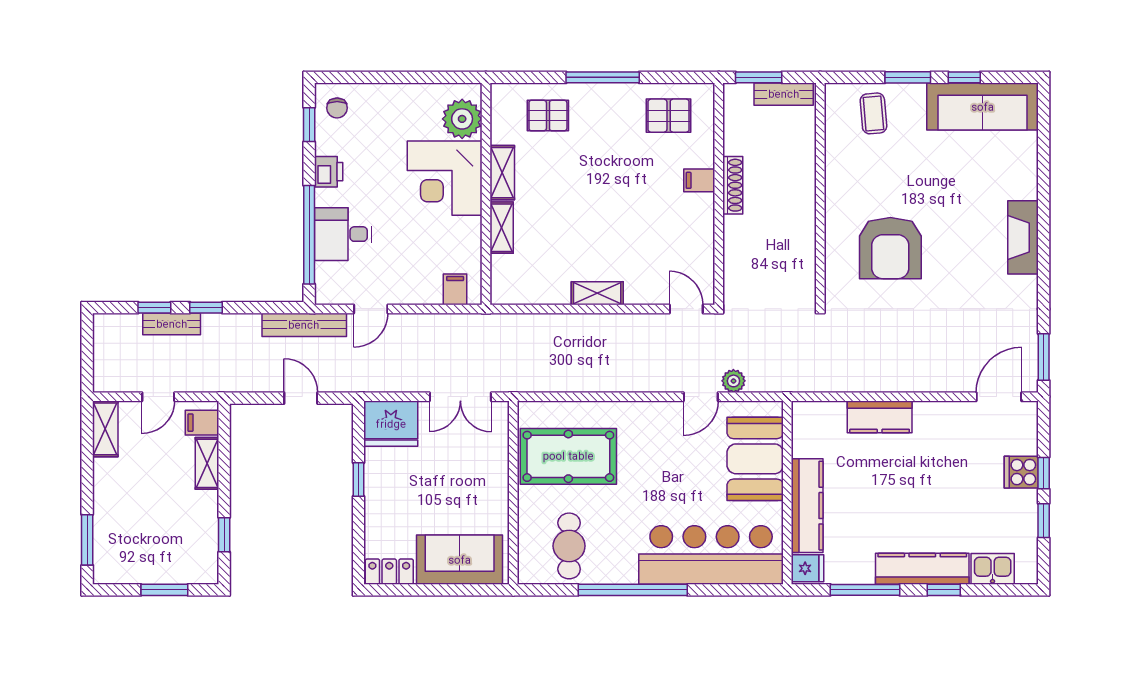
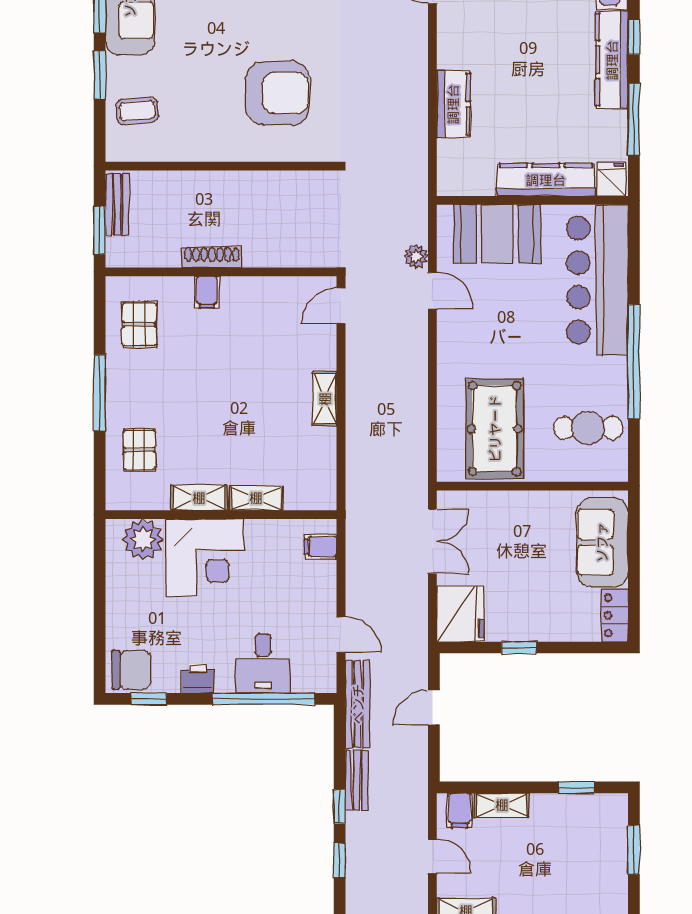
chair: (337, 108) -> (131, 670), width x1.87, depth x1.87
bench: (172, 324) -> (357, 780), moved

